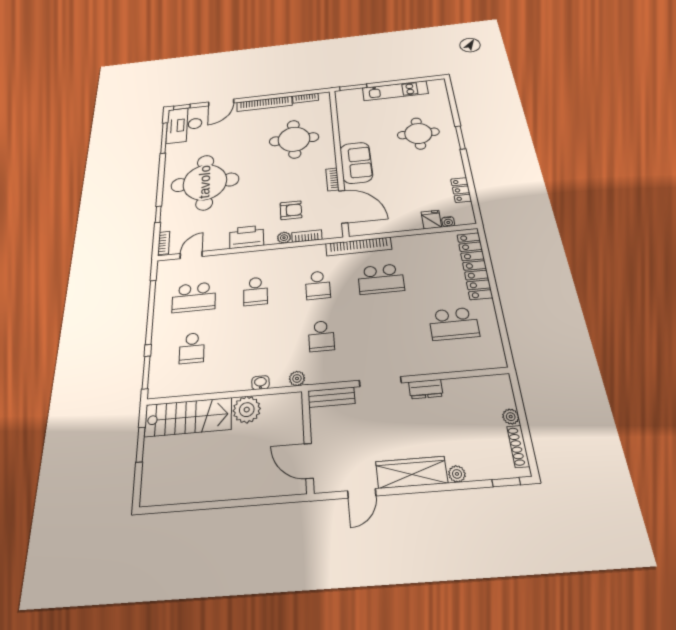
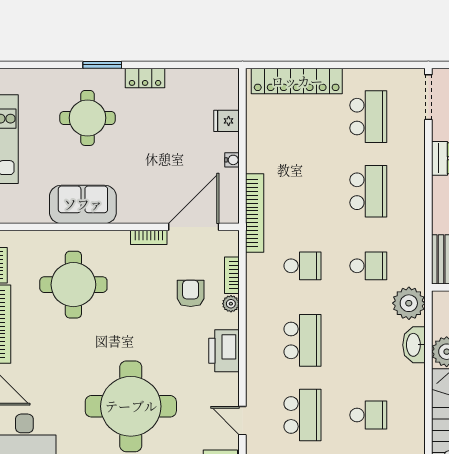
sofa: (356, 163) -> (83, 204), moved
locker: (461, 190) -> (145, 78), moved
water cooler: (448, 222) -> (232, 160), moved
school desk: (381, 279) -> (368, 191), moved
school desk: (255, 291) -> (302, 340), width x1.85
plant: (297, 378) -> (409, 303), width x1.88, depth x1.88
doorway: (380, 382) -> (428, 97), moved
washbasin: (260, 383) -> (414, 345), width x1.91, depth x1.45

